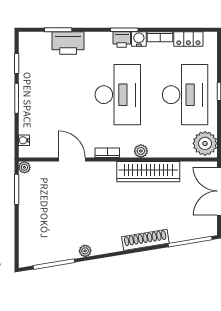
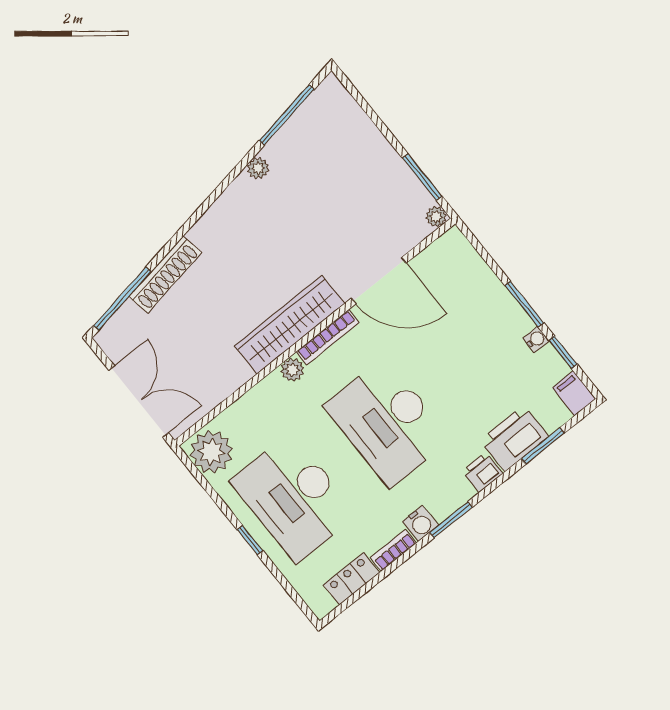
printer: (122, 40) -> (482, 472), moved
filing cabinet: (26, 42) -> (574, 393), added
water cooler: (24, 140) -> (536, 340), moved
bookcase: (107, 153) -> (328, 337), width x1.56
door: (72, 159) -> (379, 281), width x1.36
wardrobe: (148, 172) -> (290, 325), moved
shoe rack: (145, 240) -> (165, 275), moved

